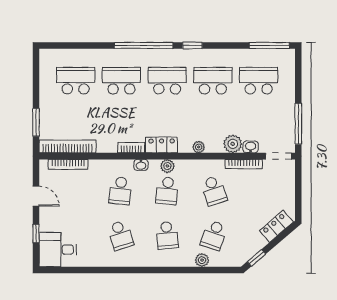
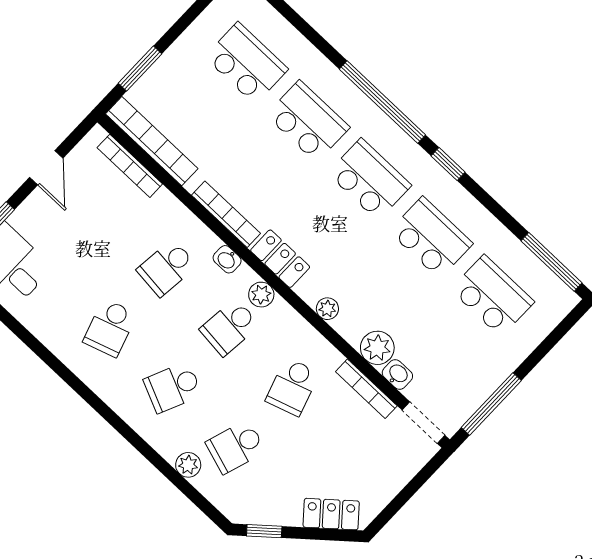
bookcase: (131, 148) -> (226, 214), width x1.56
school desk: (167, 235) -> (173, 387), turned 30

